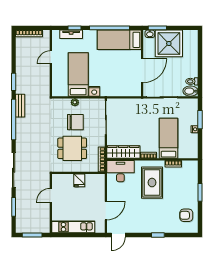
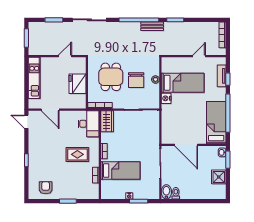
shower: (169, 43) -> (219, 177), width x0.54, depth x0.54
door: (51, 57) -> (199, 56), hinge flipped
wardrobe: (123, 152) -> (107, 121), width x0.67
fridge: (79, 180) -> (77, 84), width x1.88, depth x1.34
rug: (152, 183) -> (77, 154), width x0.73, depth x0.70
door: (51, 195) -> (65, 56), hinge flipped

